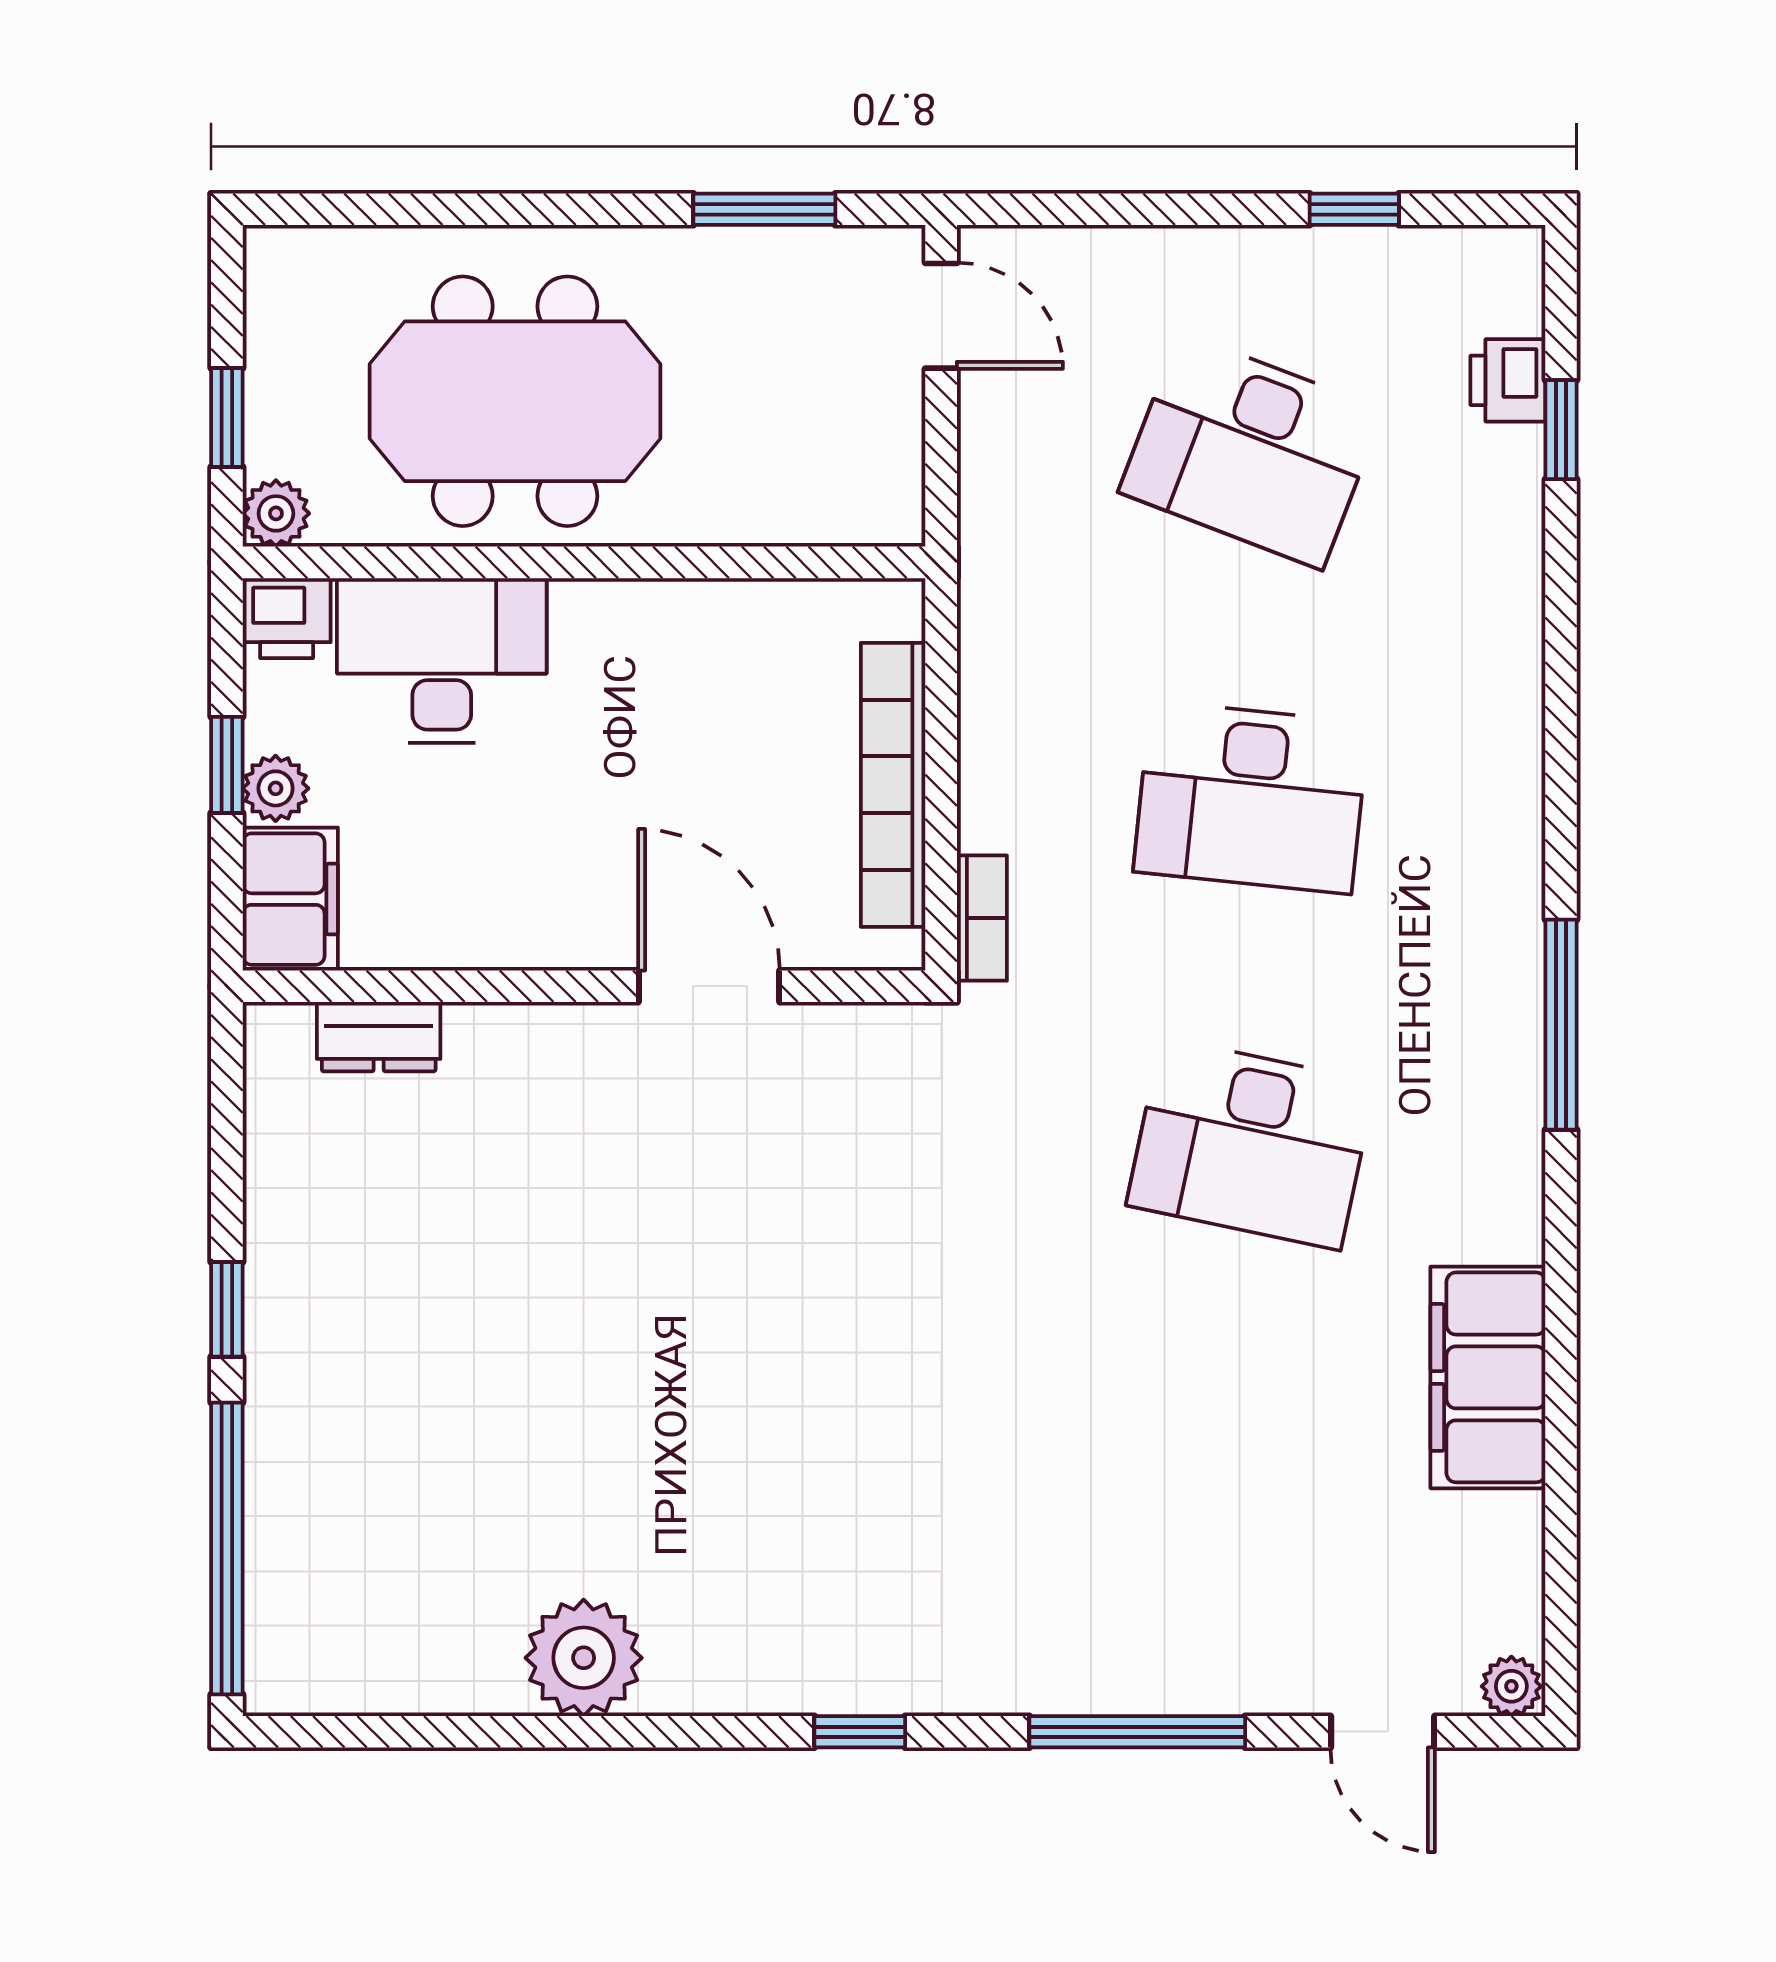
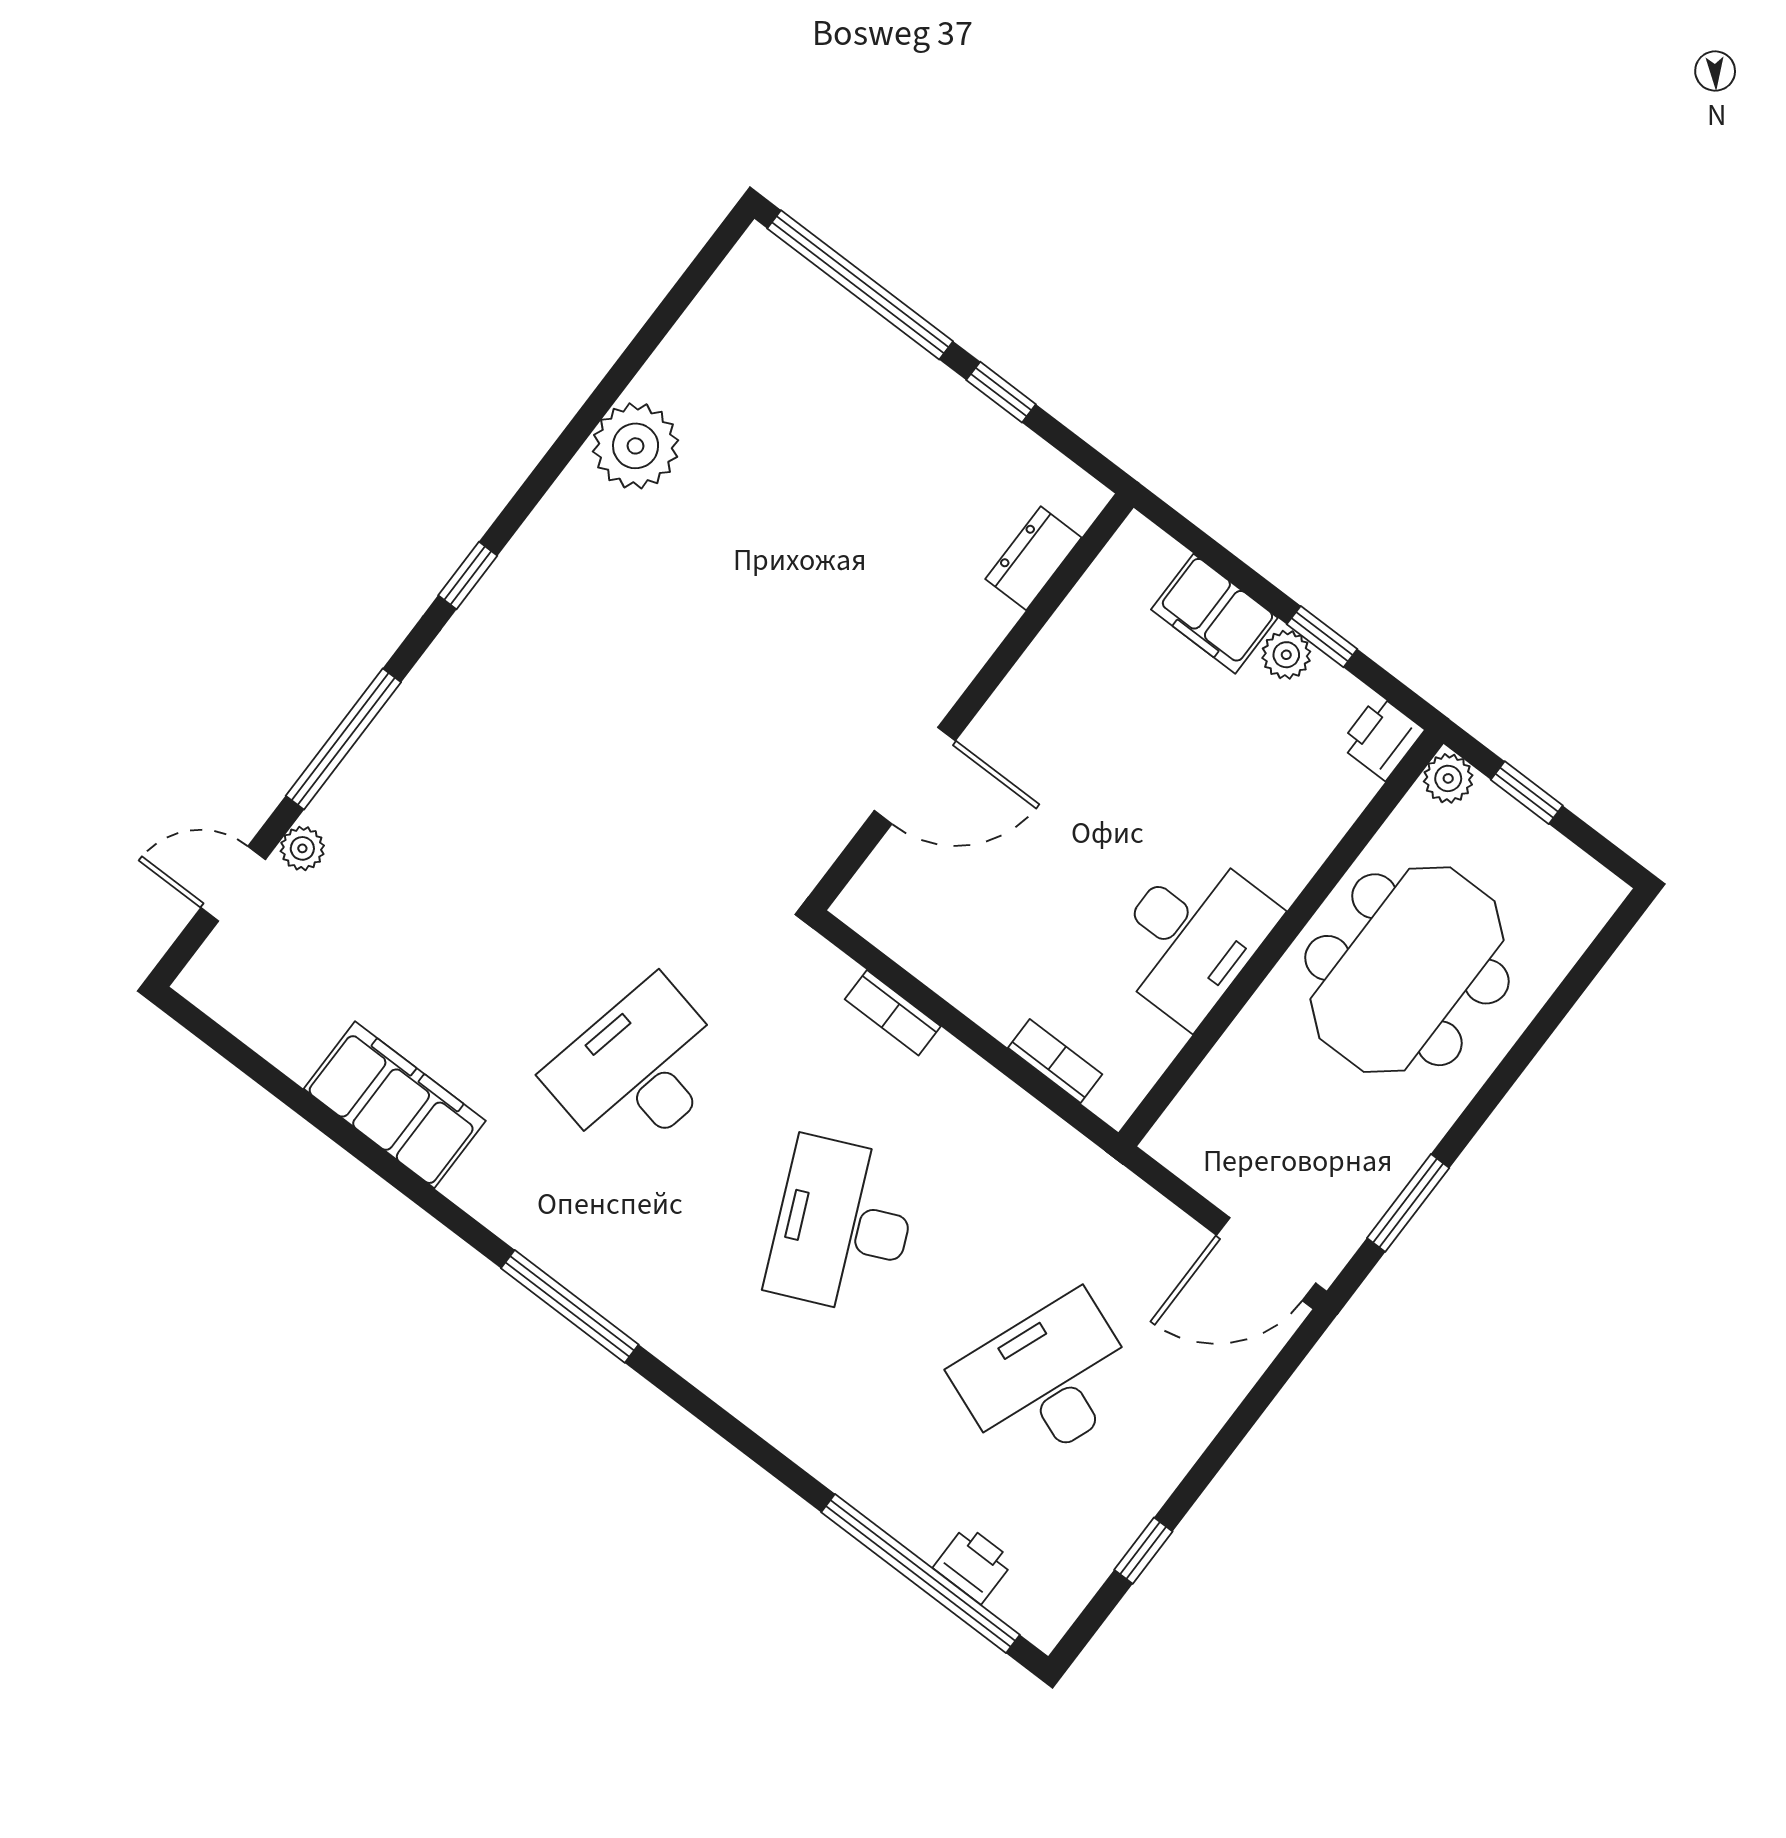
door: (941, 316) -> (1266, 1259), width x1.38
window: (1561, 430) -> (921, 1574), width x3.17
desk: (442, 660) -> (1191, 936), moved
bookcase: (893, 785) -> (1055, 1061), width x0.43, depth x0.76
desk: (1251, 797) -> (843, 1226), turned -30
wall: (584, 986) -> (971, 702), moved
door: (709, 986) -> (915, 776), moved
dresser: (379, 1037) -> (1033, 558), moved
plant: (1511, 1686) -> (302, 848), moved

